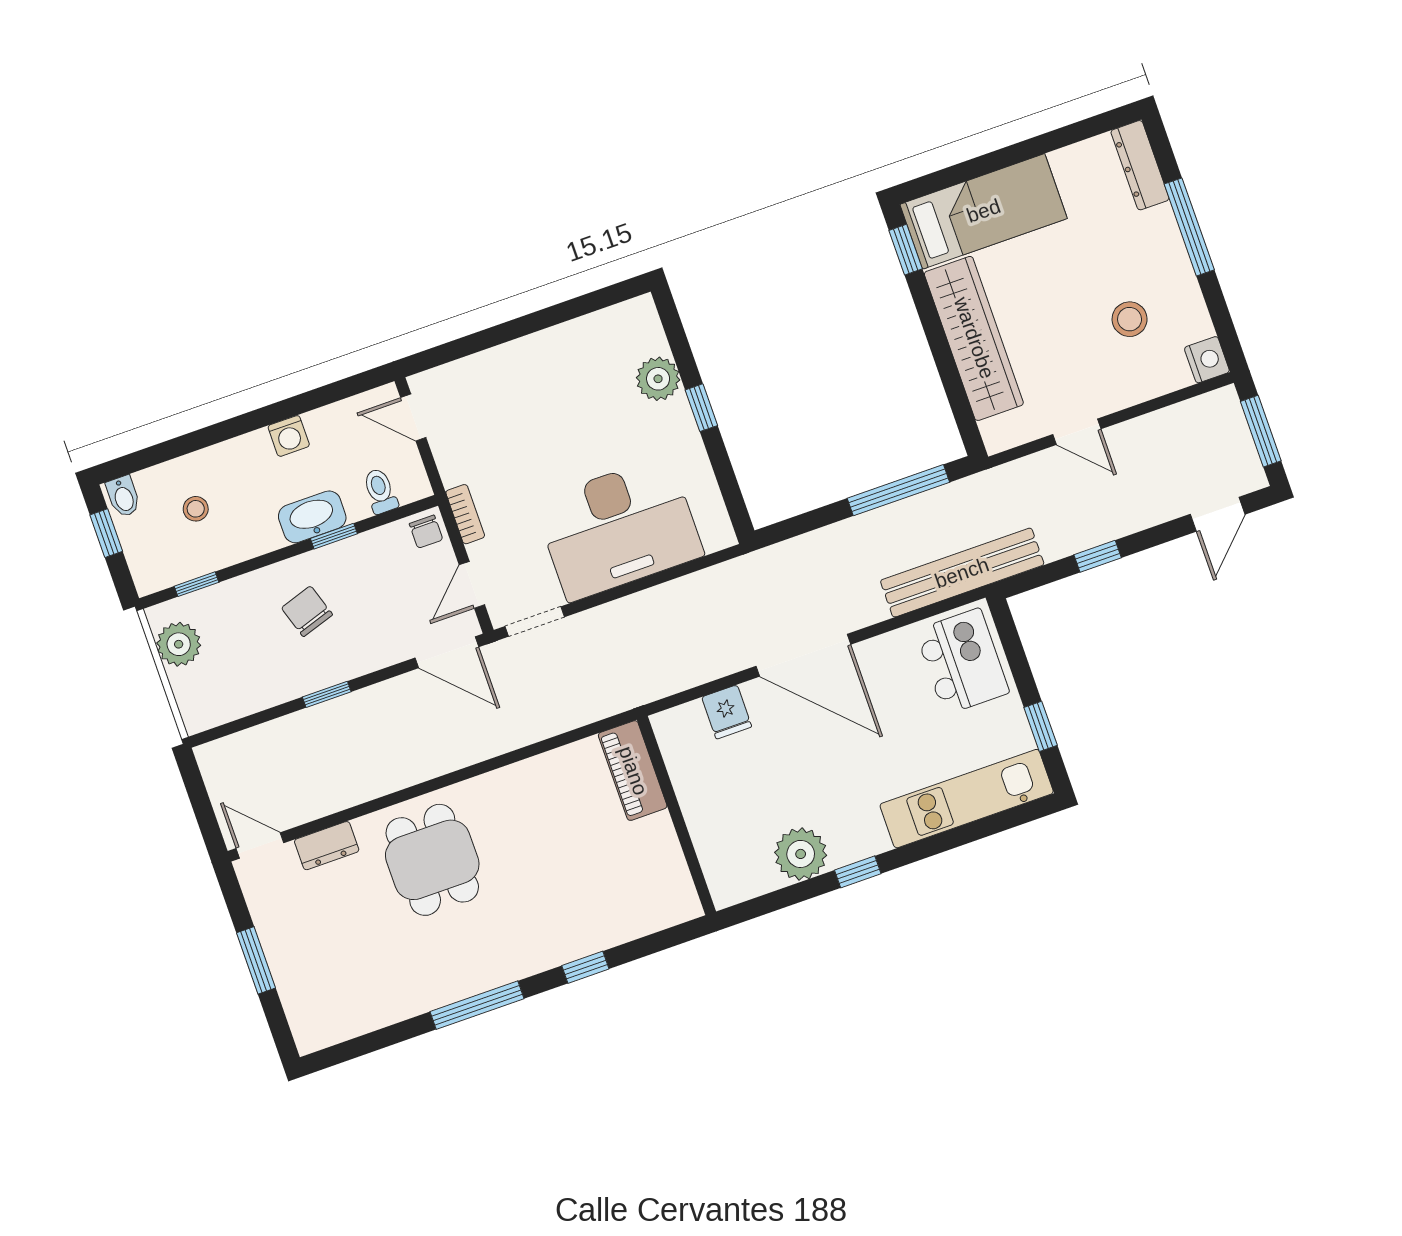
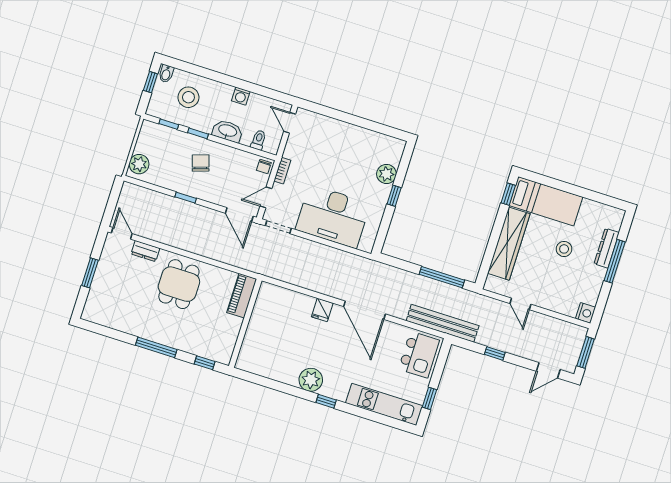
dresser: (1140, 165) -> (607, 248), moved
stool: (1130, 319) -> (564, 249), moved
stool: (196, 509) -> (188, 97), width x1.89, depth x1.89
window: (334, 536) -> (198, 133), moved
plant: (179, 644) -> (139, 164), moved
piano: (633, 771) -> (242, 296), moved
wall: (676, 816) -> (245, 323), moved

